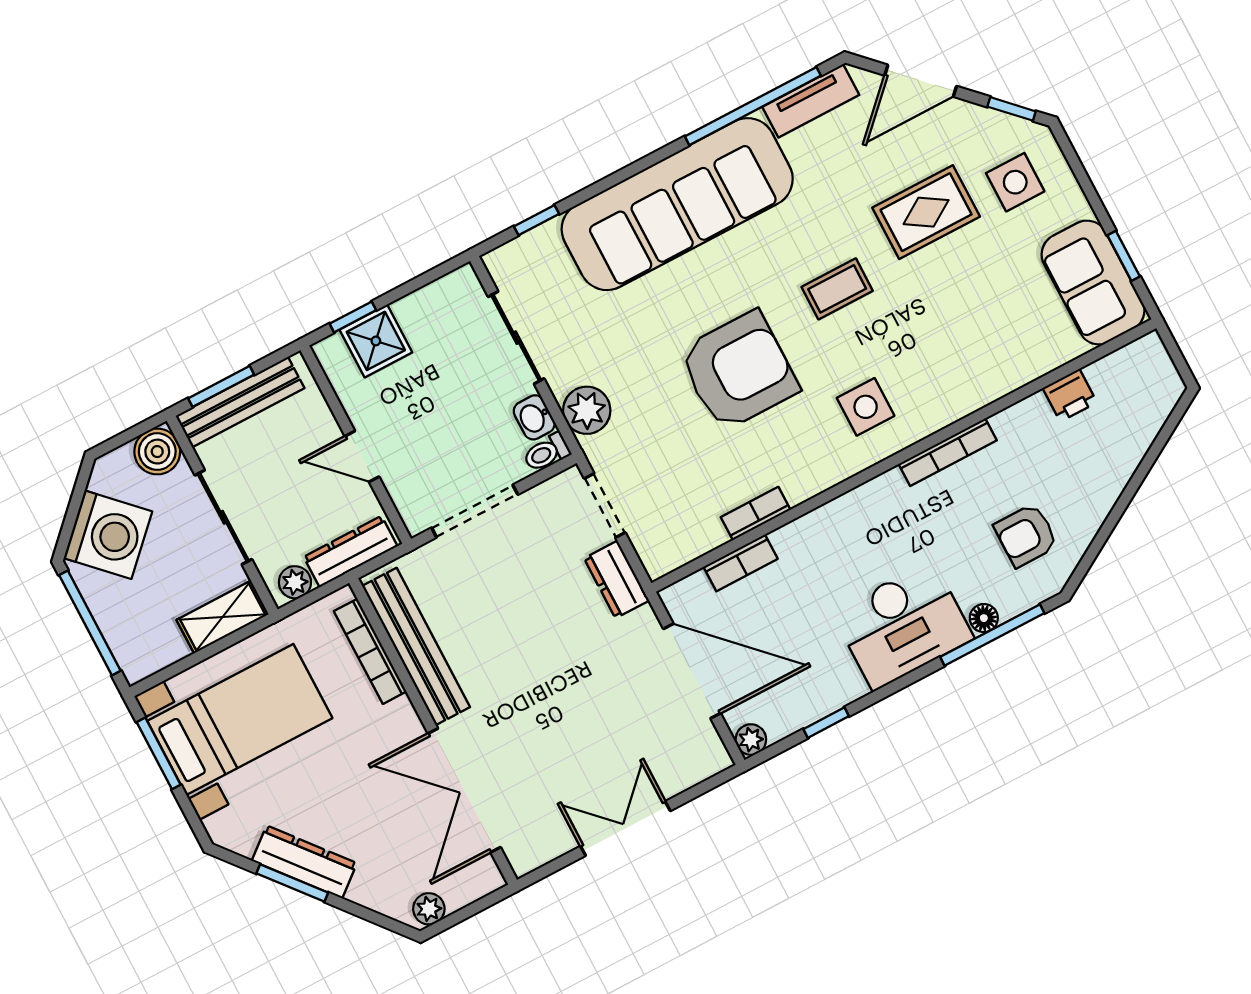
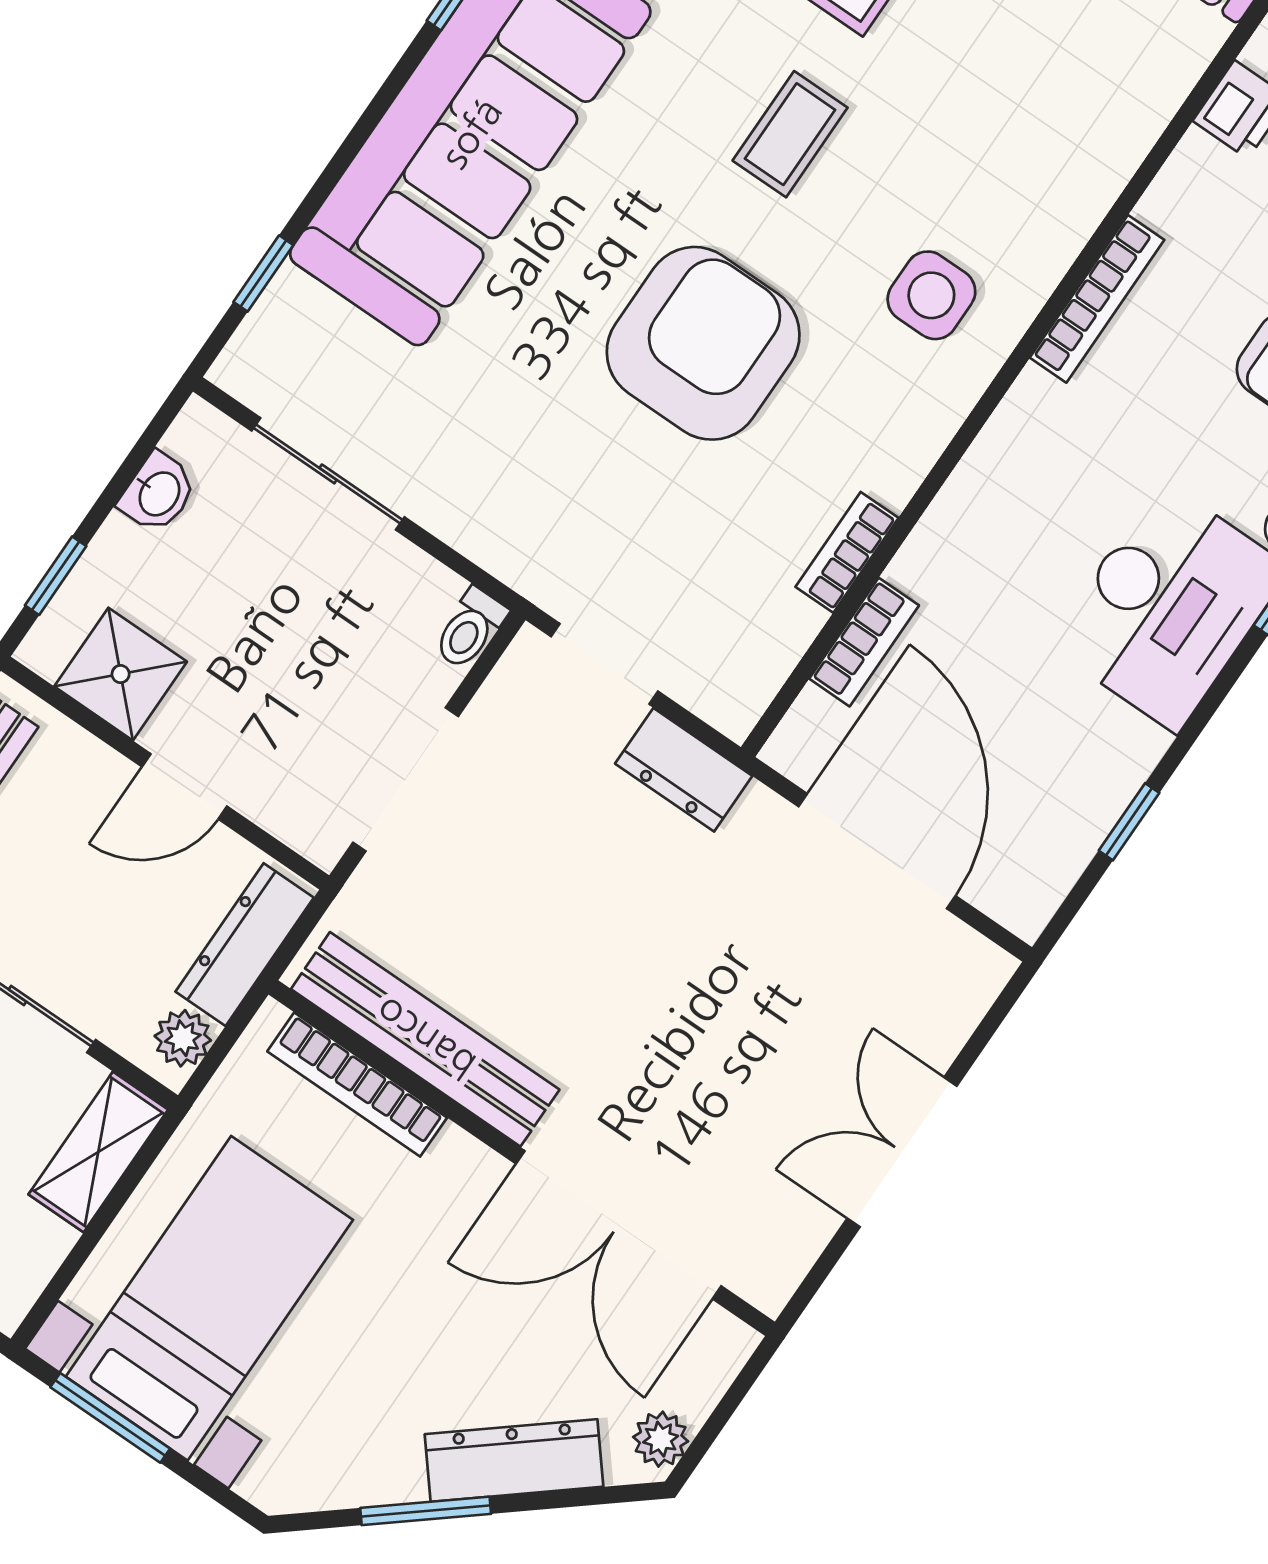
shower: (376, 341) -> (121, 674), moved
plant: (587, 410) -> (498, 530), removed
washbasin: (534, 417) -> (158, 493), moved, turned -90
door: (692, 671) -> (877, 851), hinge flipped
plant: (751, 740) -> (1025, 910), removed
dresser: (304, 862) -> (514, 1460), moved

